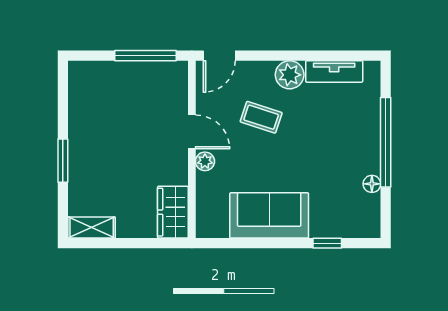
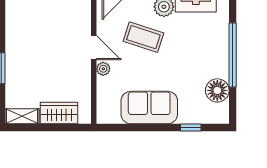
coffee table: (261, 117) -> (143, 37), width x1.36, depth x1.30
floor lamp: (372, 184) -> (217, 90), width x1.89, depth x1.89
wardrobe: (173, 212) -> (59, 113), moved, turned 90

